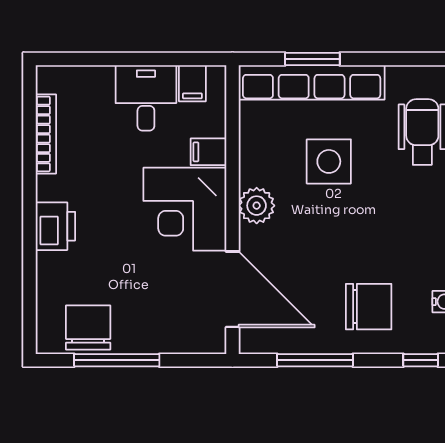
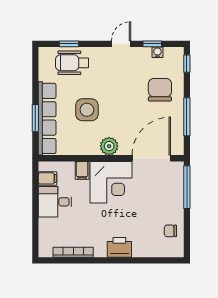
chair: (88, 327) -> (170, 231), width x0.54, depth x0.54
window: (117, 360) -> (187, 187), moved

